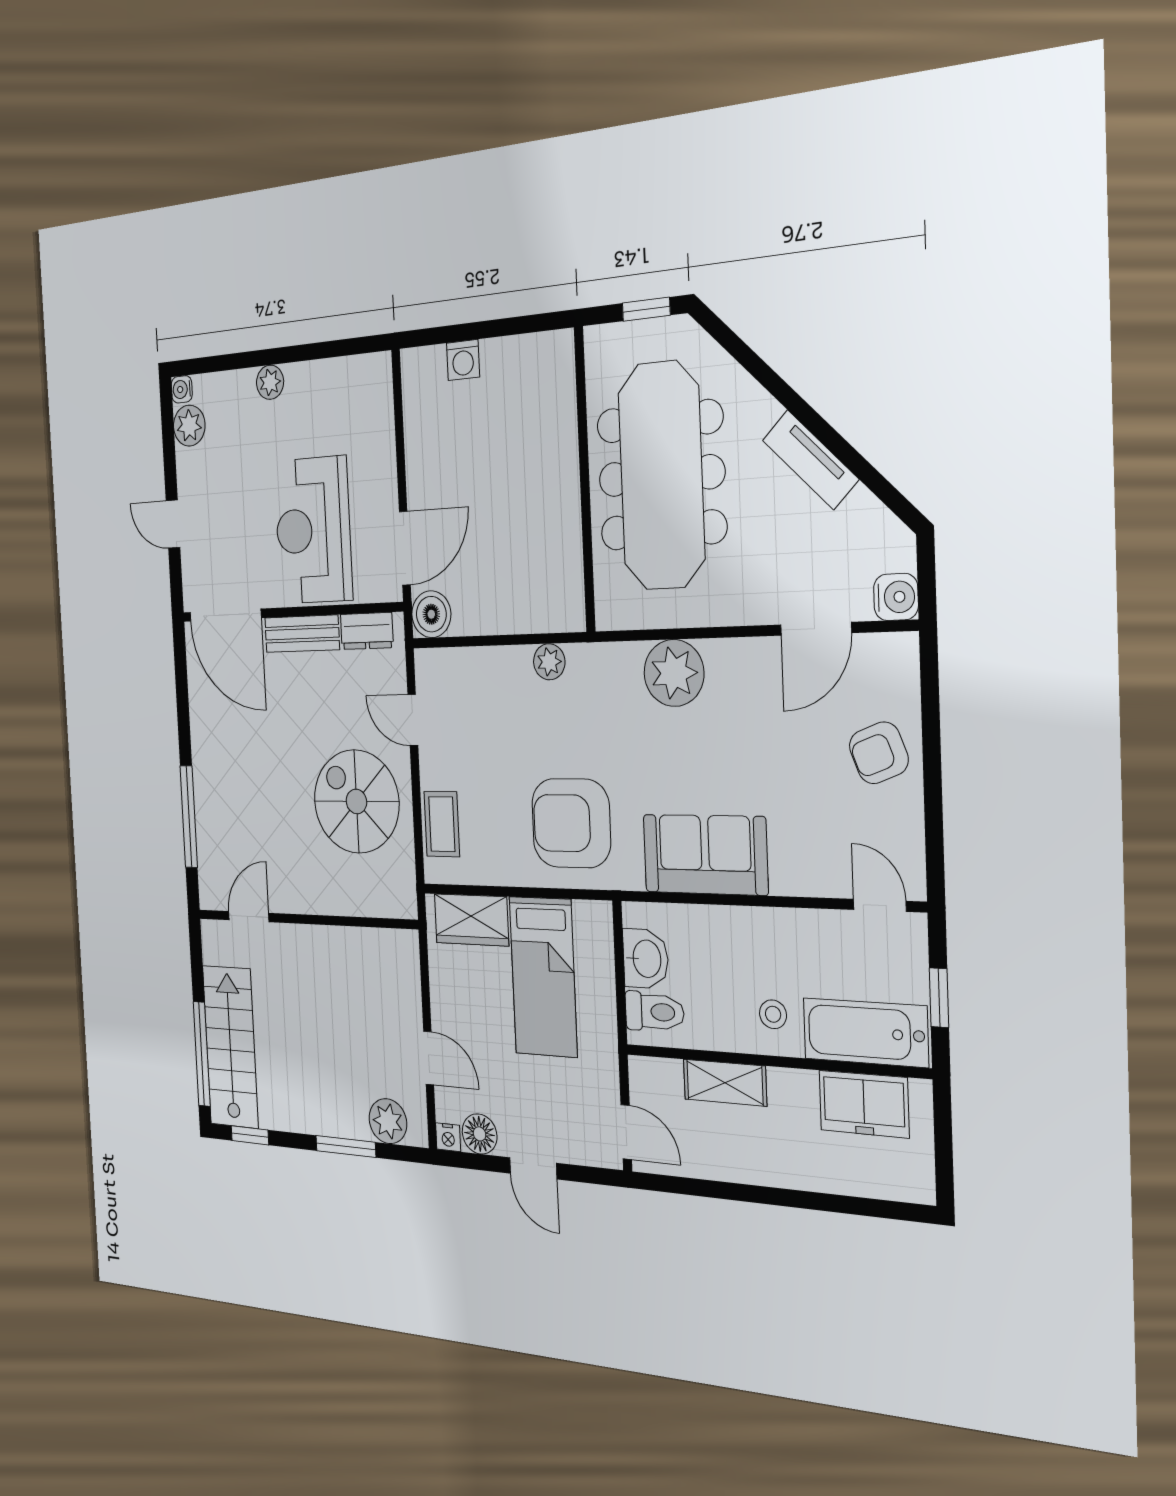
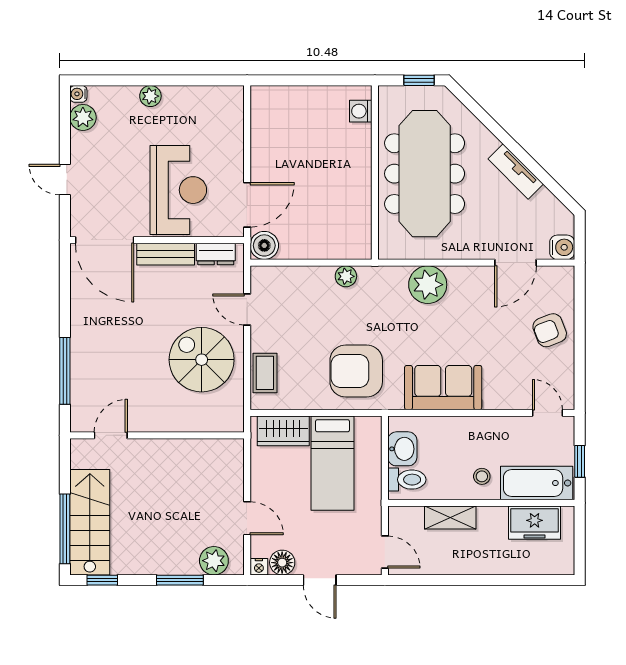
washing machine: (463, 360) -> (361, 111), moved, turned 90
reception desk: (313, 530) -> (178, 190), turned 180

